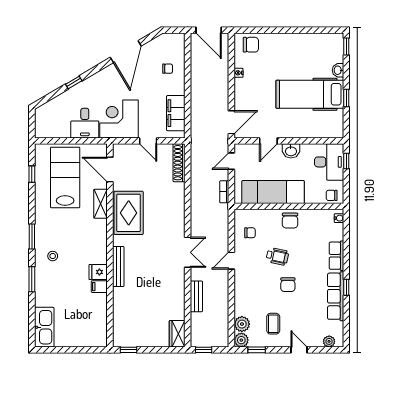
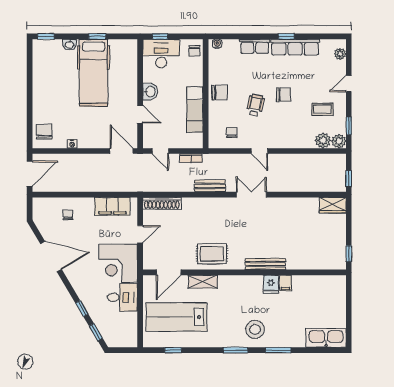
window: (50, 97) -> (96, 332), added
exam couch: (273, 192) -> (195, 110), width x0.73, depth x0.69
rug: (129, 213) -> (212, 254), width x0.73, depth x0.70
stool: (53, 256) -> (255, 329), width x1.89, depth x1.89
bench: (196, 296) -> (210, 186), moved

